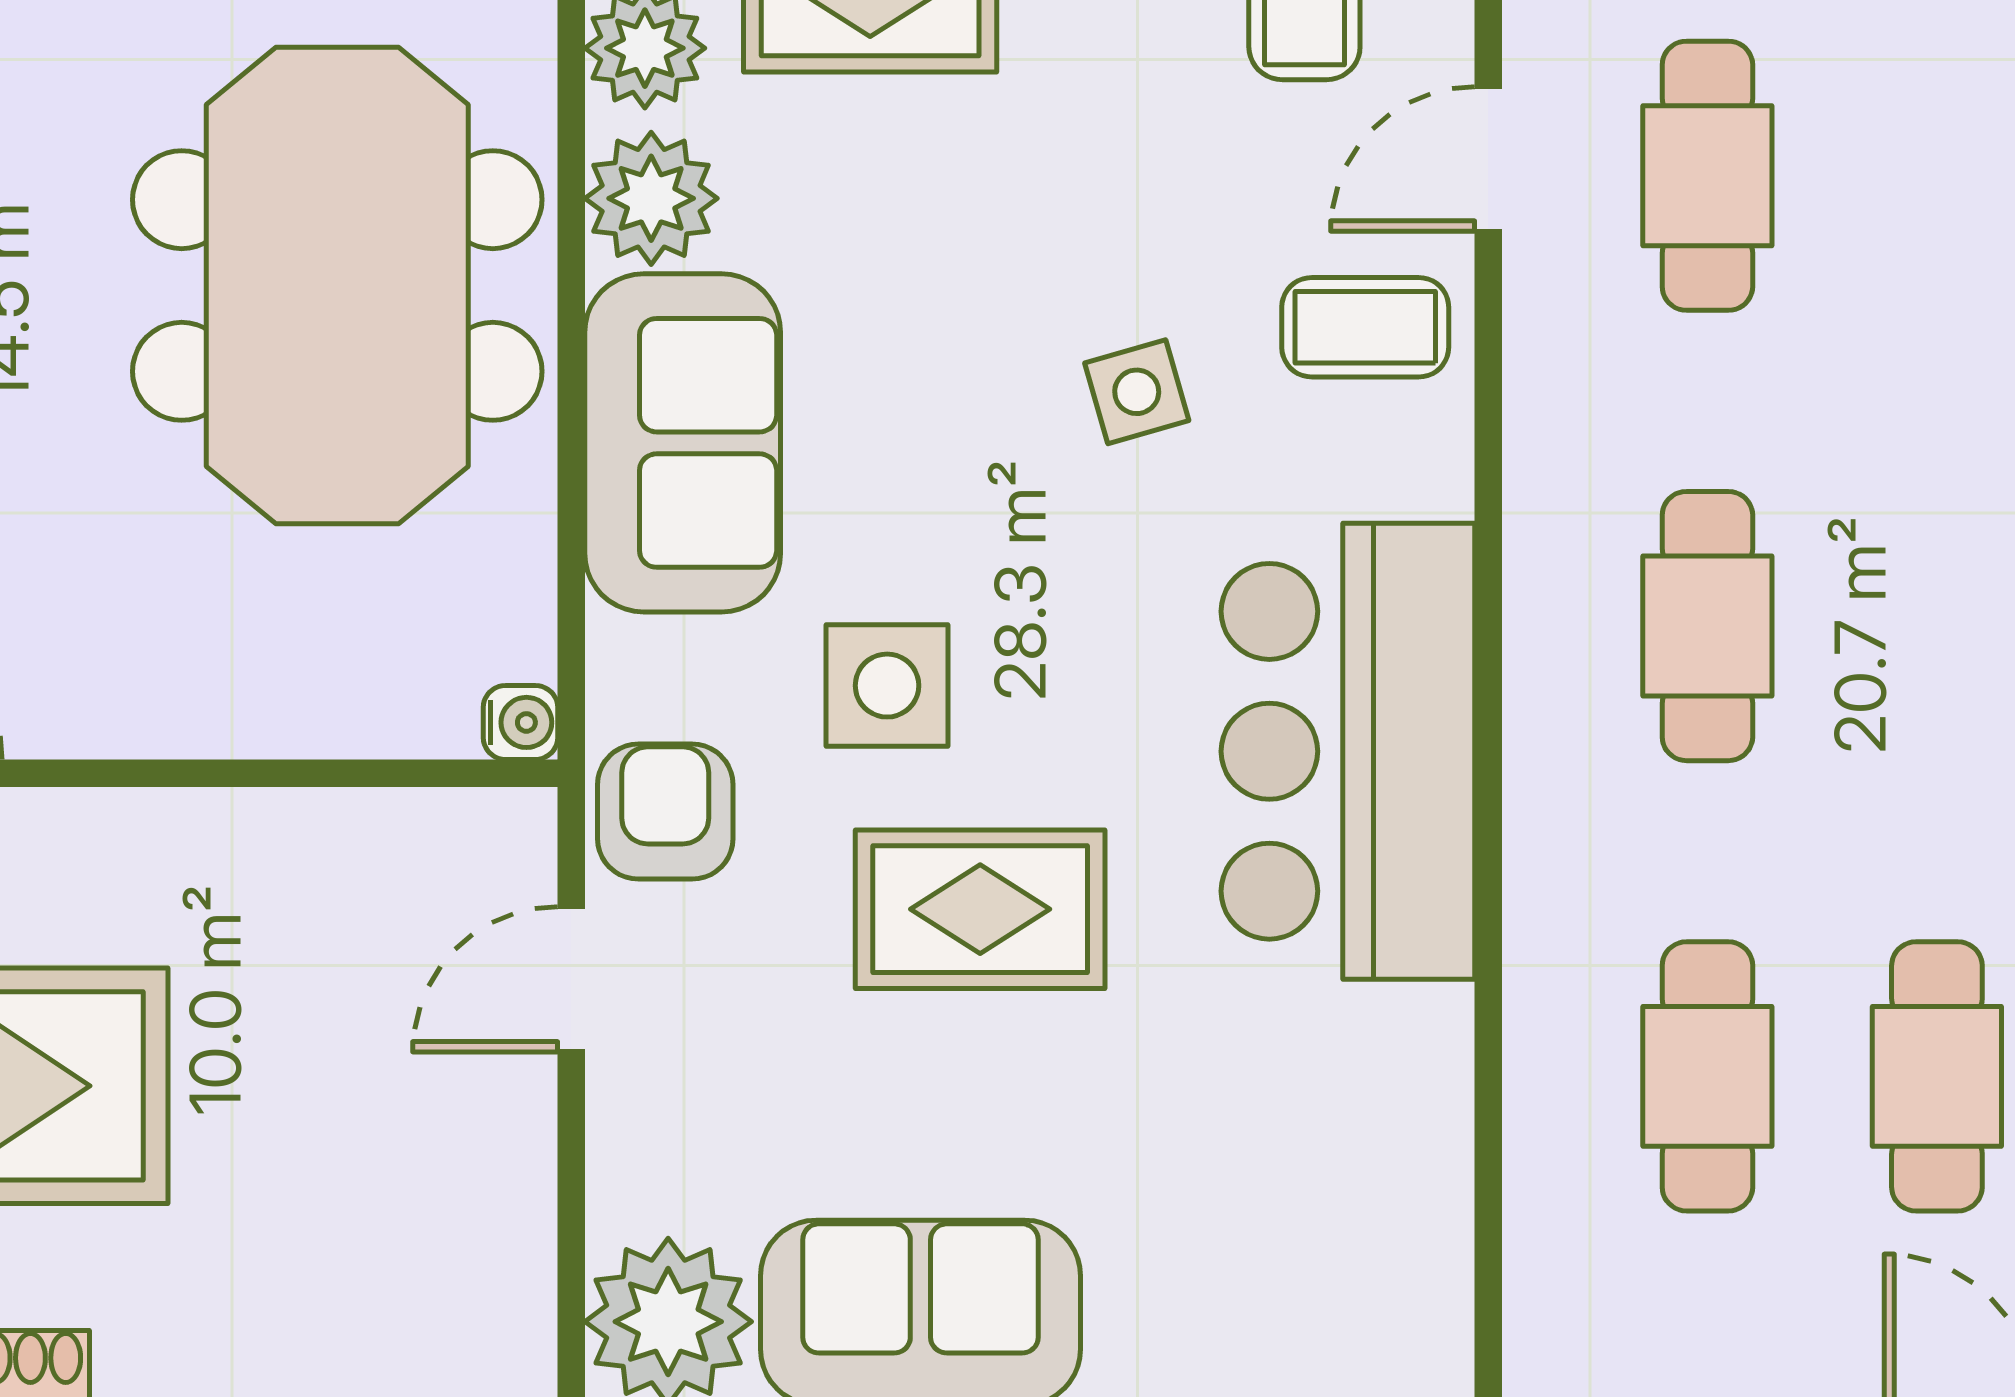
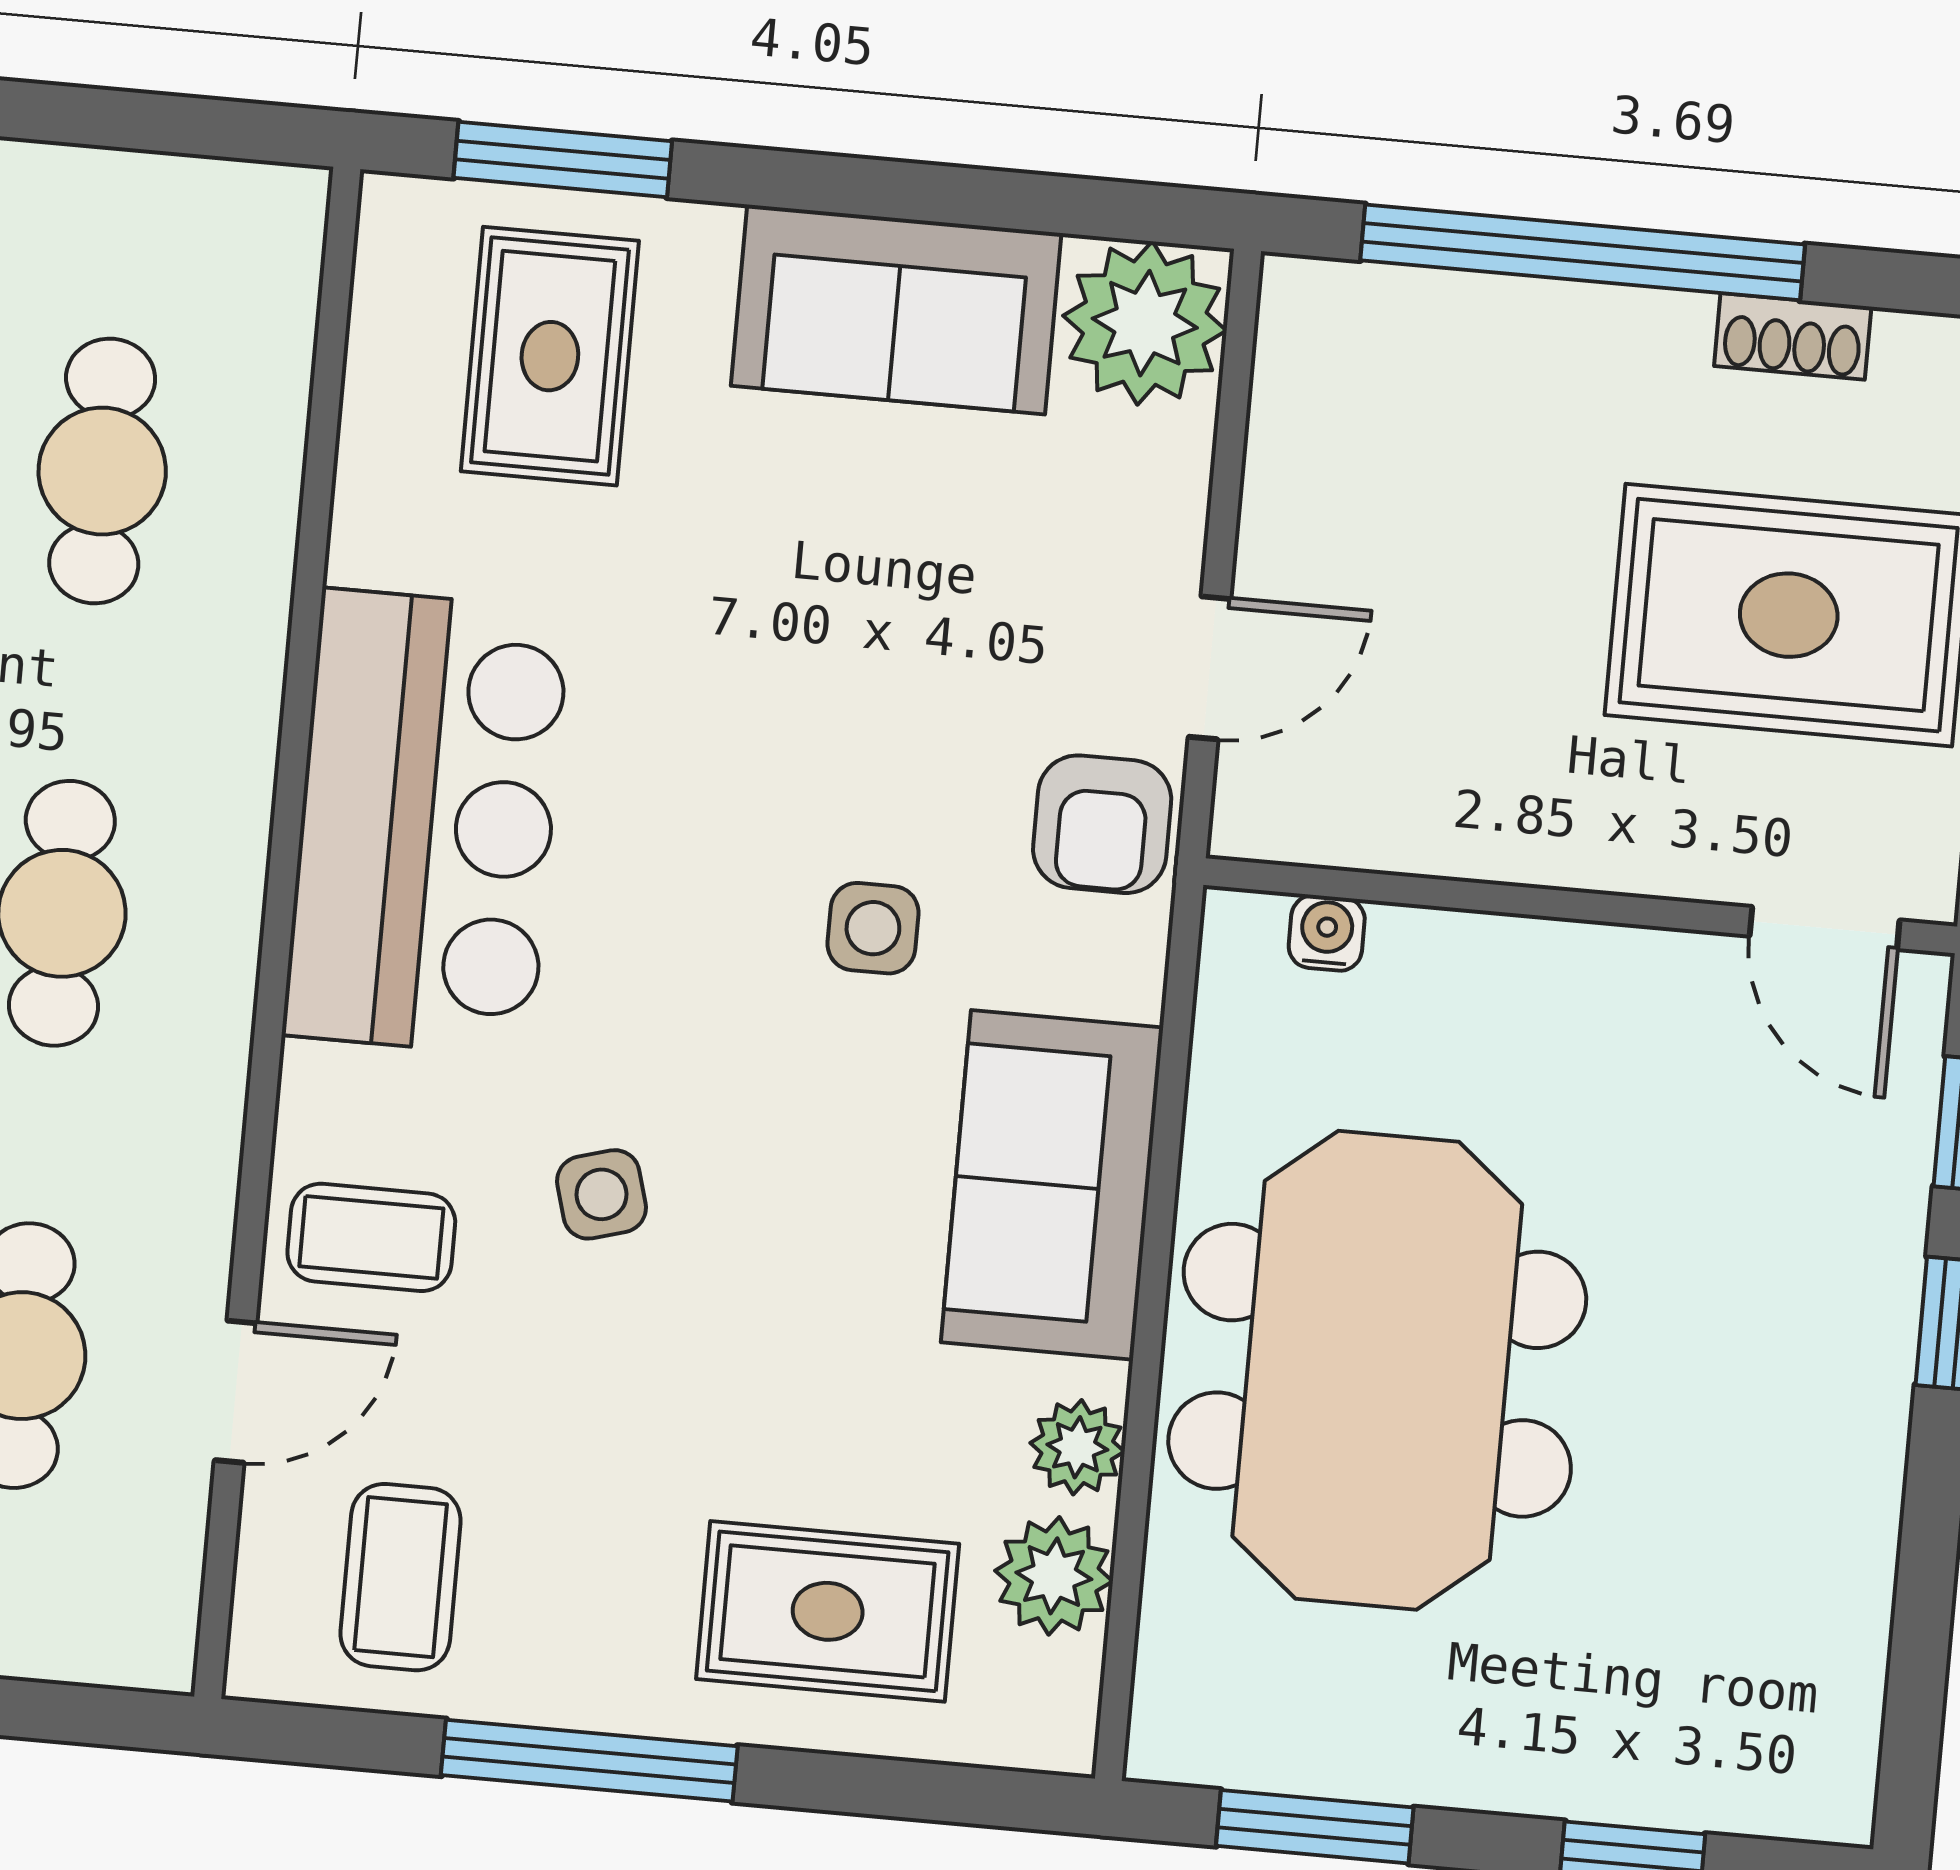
plant: (651, 198) -> (1077, 1447), width x0.73, depth x0.73
side table: (887, 686) -> (873, 928), width x0.73, depth x0.73
water cooler: (520, 722) -> (1327, 933), moved, turned 90
rug: (980, 909) -> (550, 356), moved, turned 90

